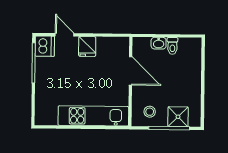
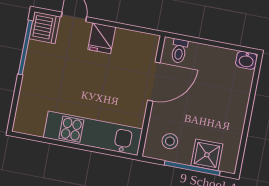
washbasin: (159, 43) -> (246, 60), moved
toilet: (172, 46) -> (179, 51), moved
door: (130, 71) -> (154, 82), hinge flipped

